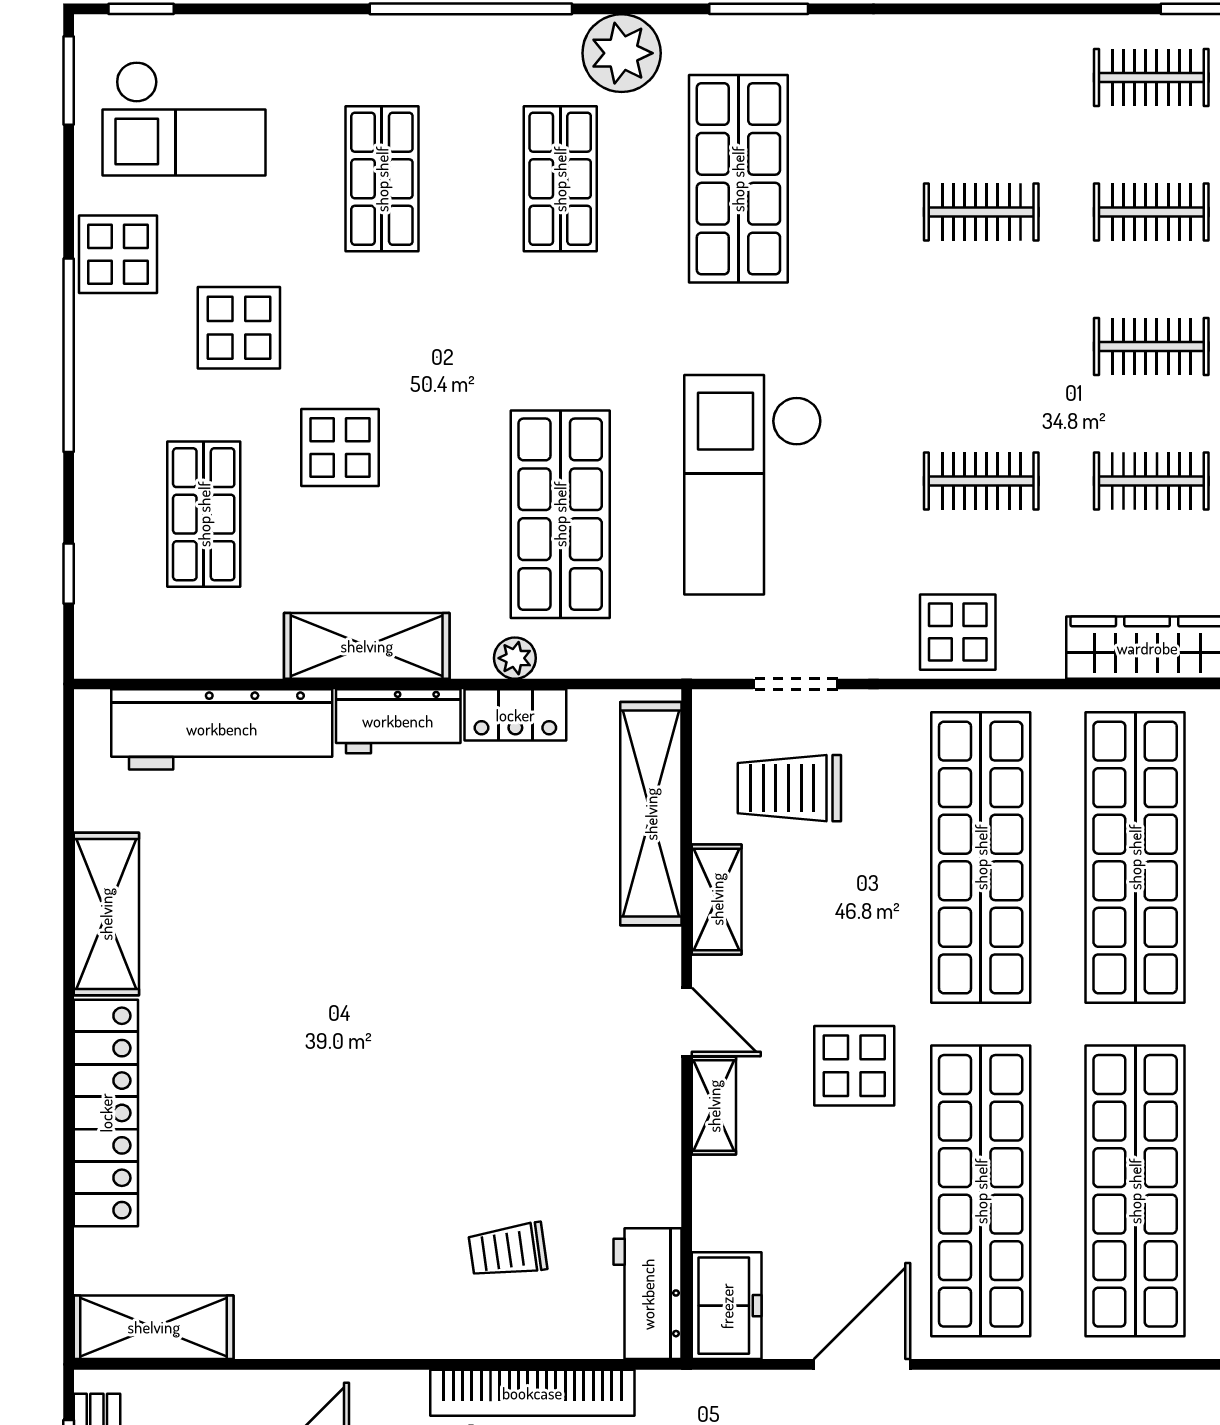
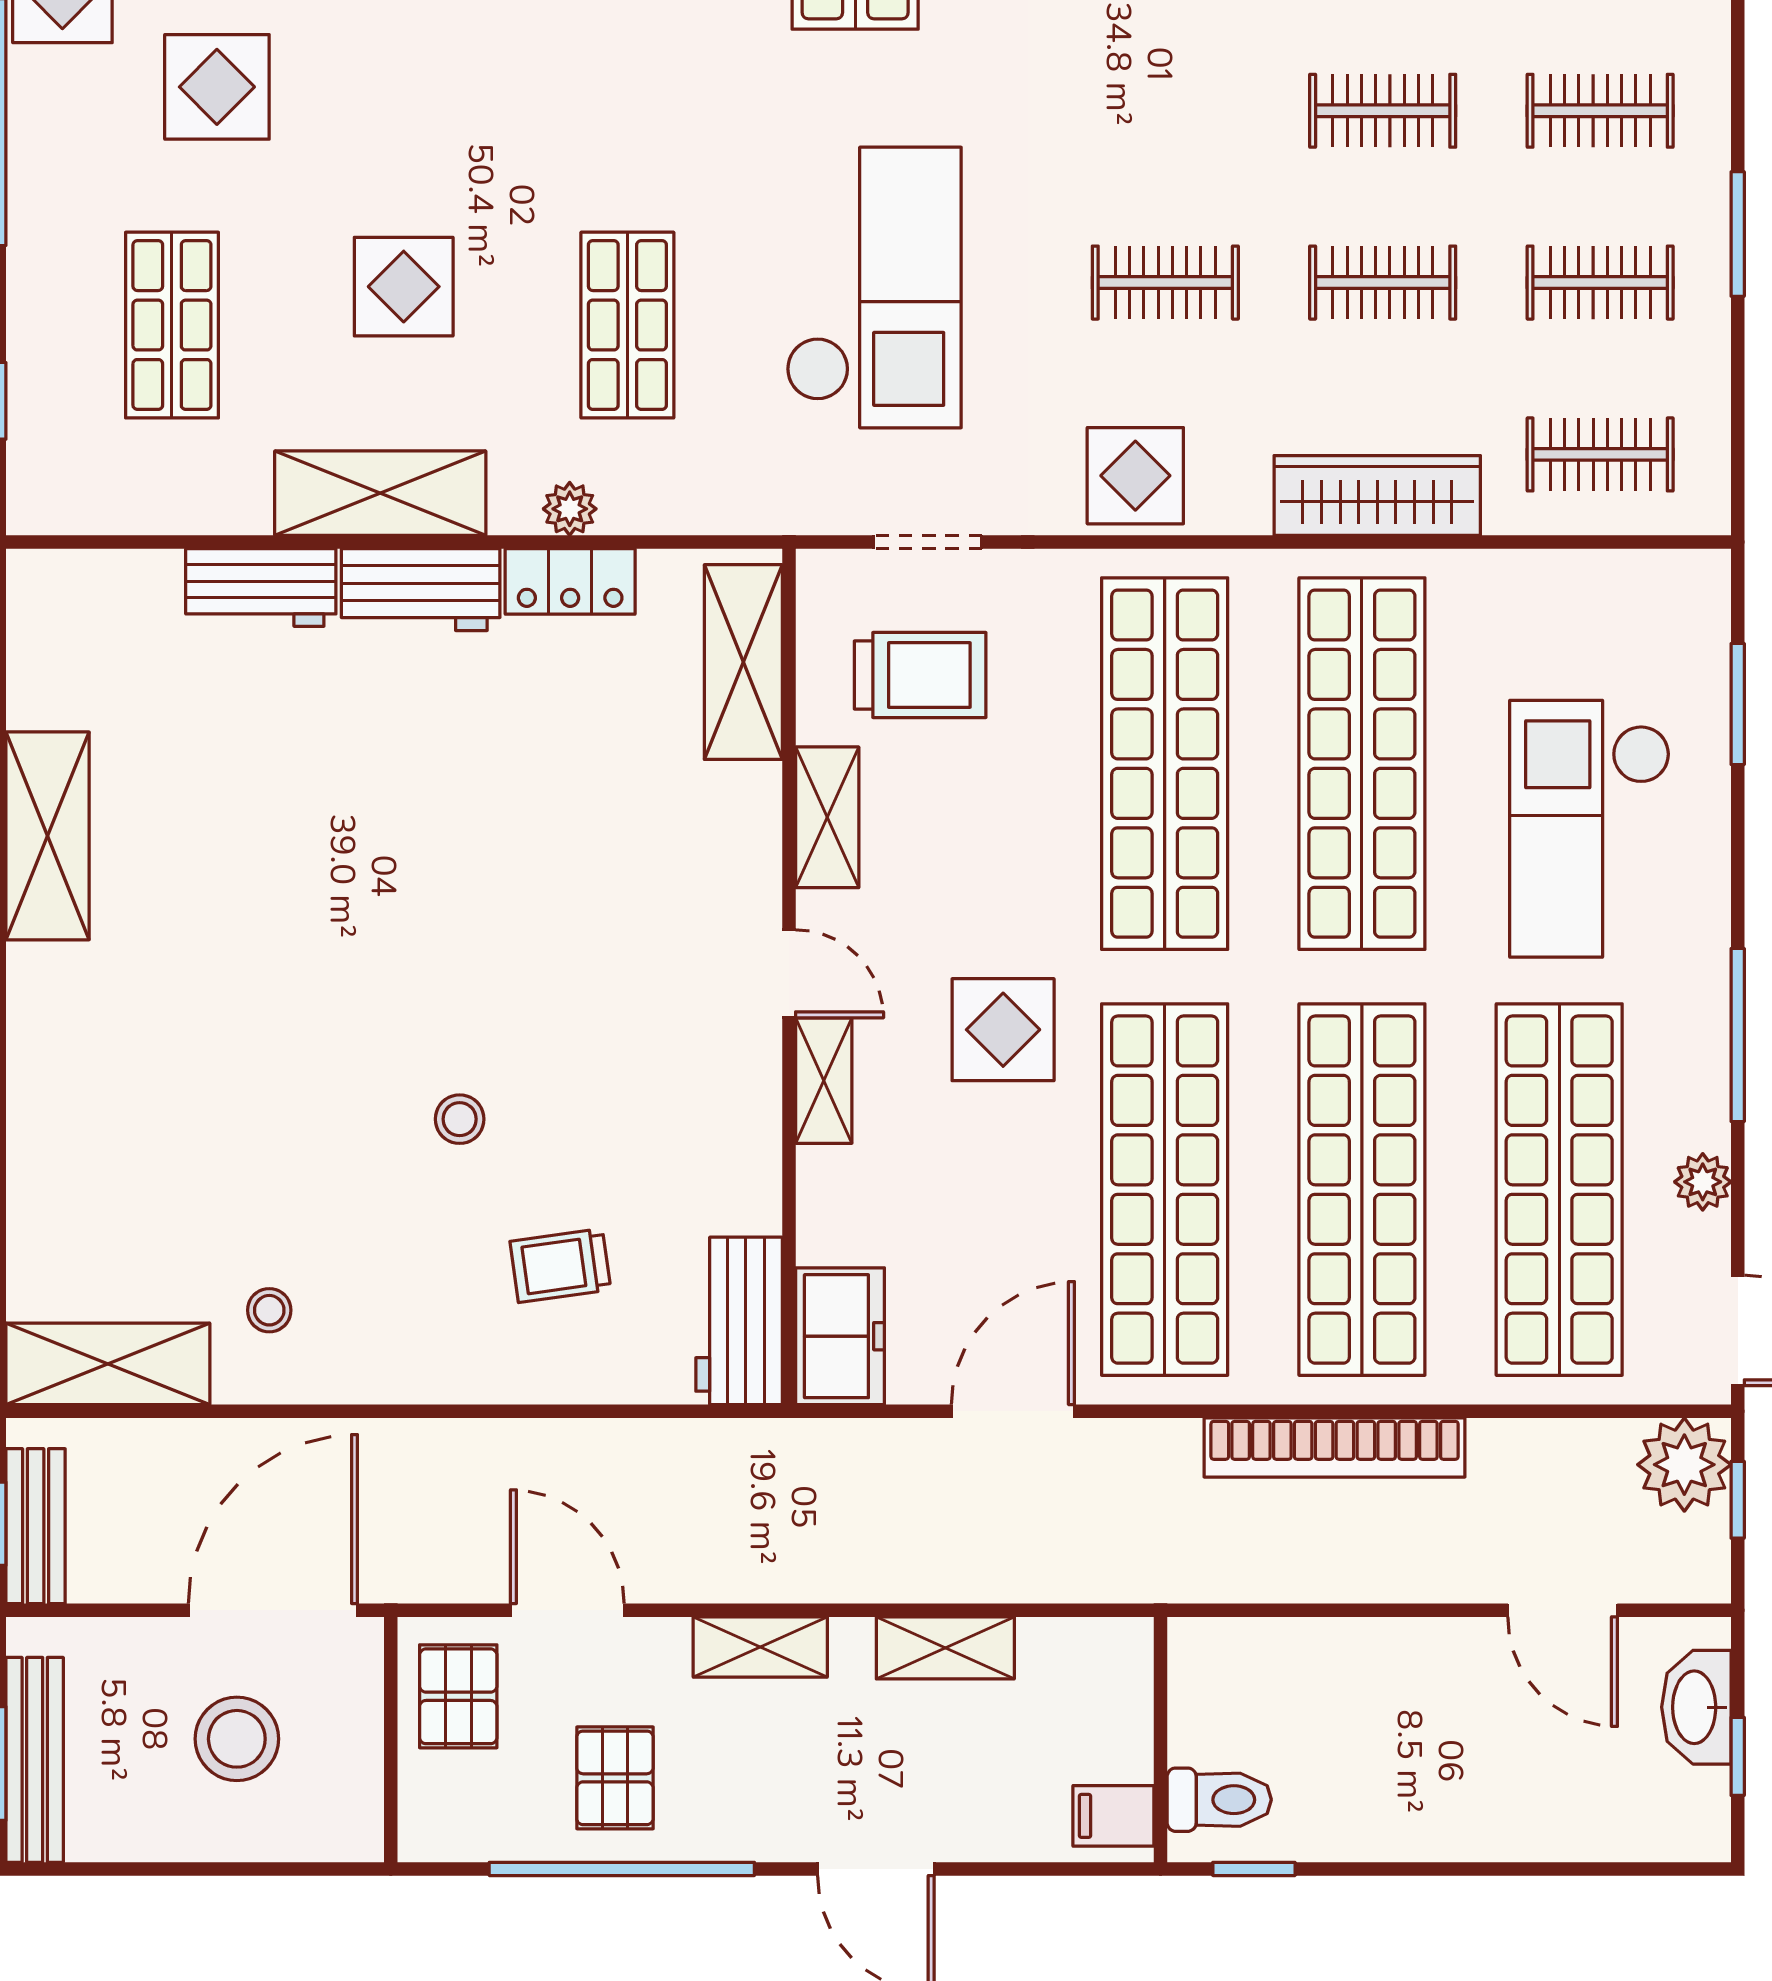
display table: (340, 448) -> (404, 287), moved
checkout: (753, 485) -> (874, 287), turned 180
shop shelf: (560, 514) -> (627, 325), width x0.70, depth x0.74
workbench: (222, 729) -> (261, 587), width x0.53, depth x0.76
trolley: (789, 788) -> (920, 675), turned 180
shelving: (651, 814) -> (743, 662), width x0.68
locker: (106, 1113) -> (47, 1090), removed
stool: (429, 1136) -> (460, 1119), added
stool: (280, 1285) -> (269, 1310), added
bookcase: (532, 1393) -> (1335, 1447), moved

